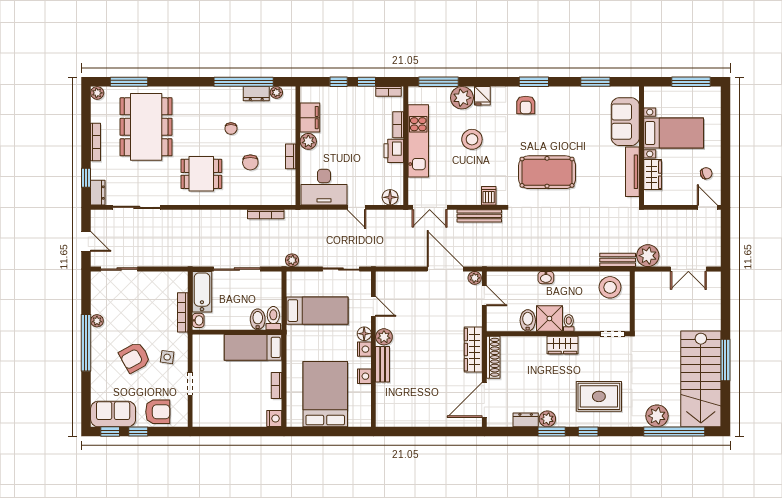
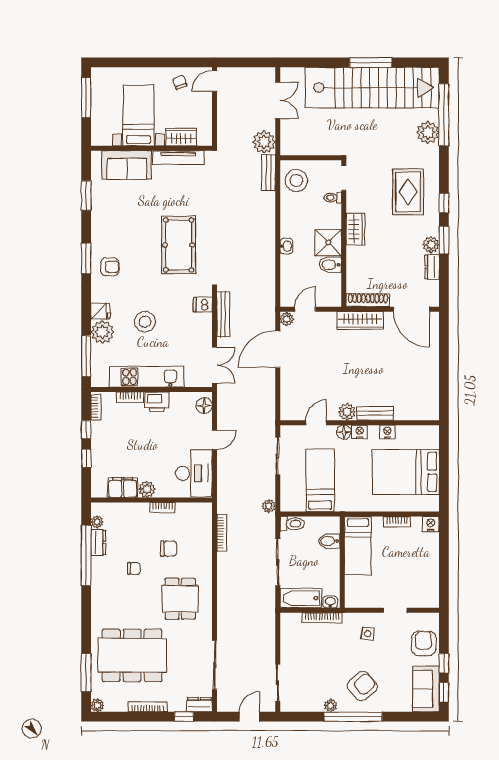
toilet: (273, 318) -> (292, 524), moved, turned 180
toilet: (569, 323) -> (333, 197), moved
armchair: (135, 357) -> (362, 686), moved, turned -103
stairs: (701, 379) -> (372, 88), width x1.36

